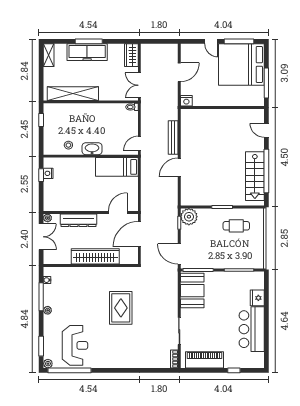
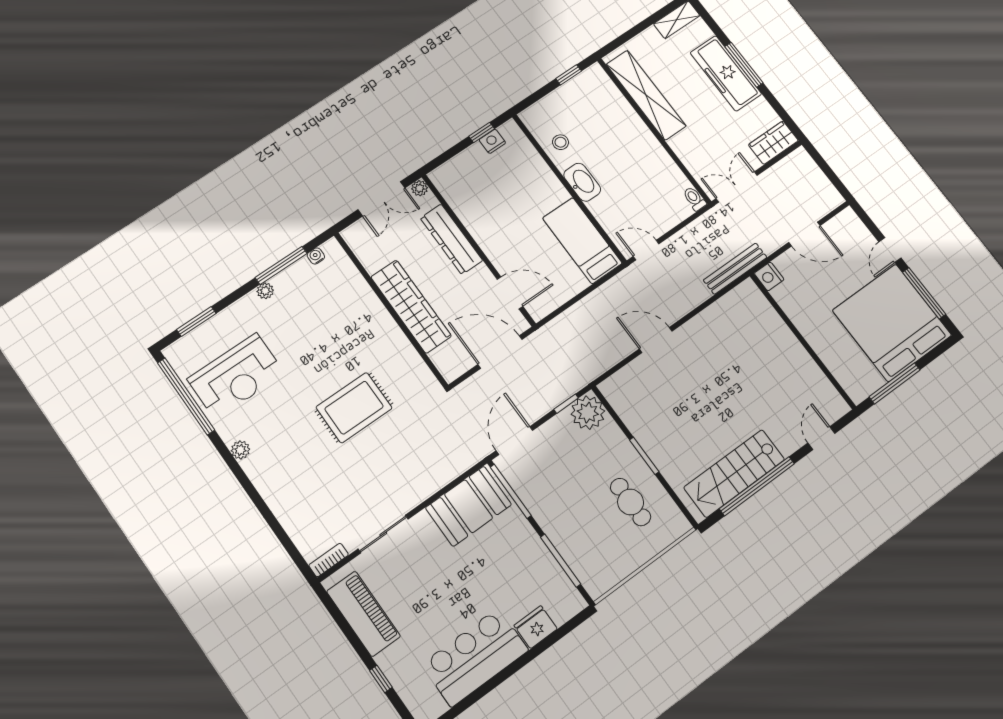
bench: (173, 138) -> (735, 269), moved
plant: (48, 364) -> (240, 450), moved

